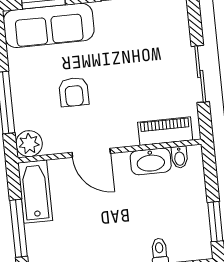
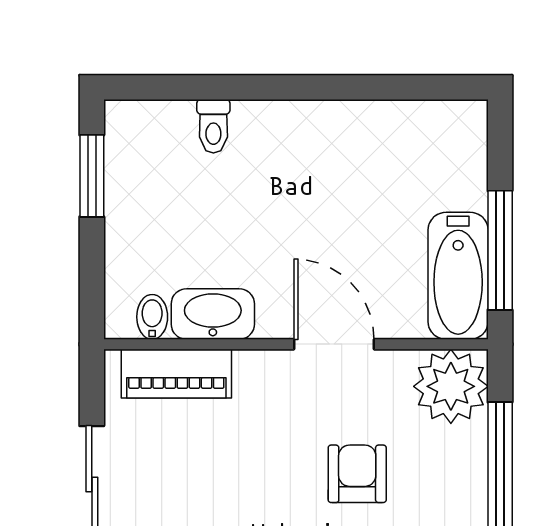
plant: (29, 144) -> (451, 386), width x1.36, depth x1.36
window: (19, 228) -> (500, 250), moved

